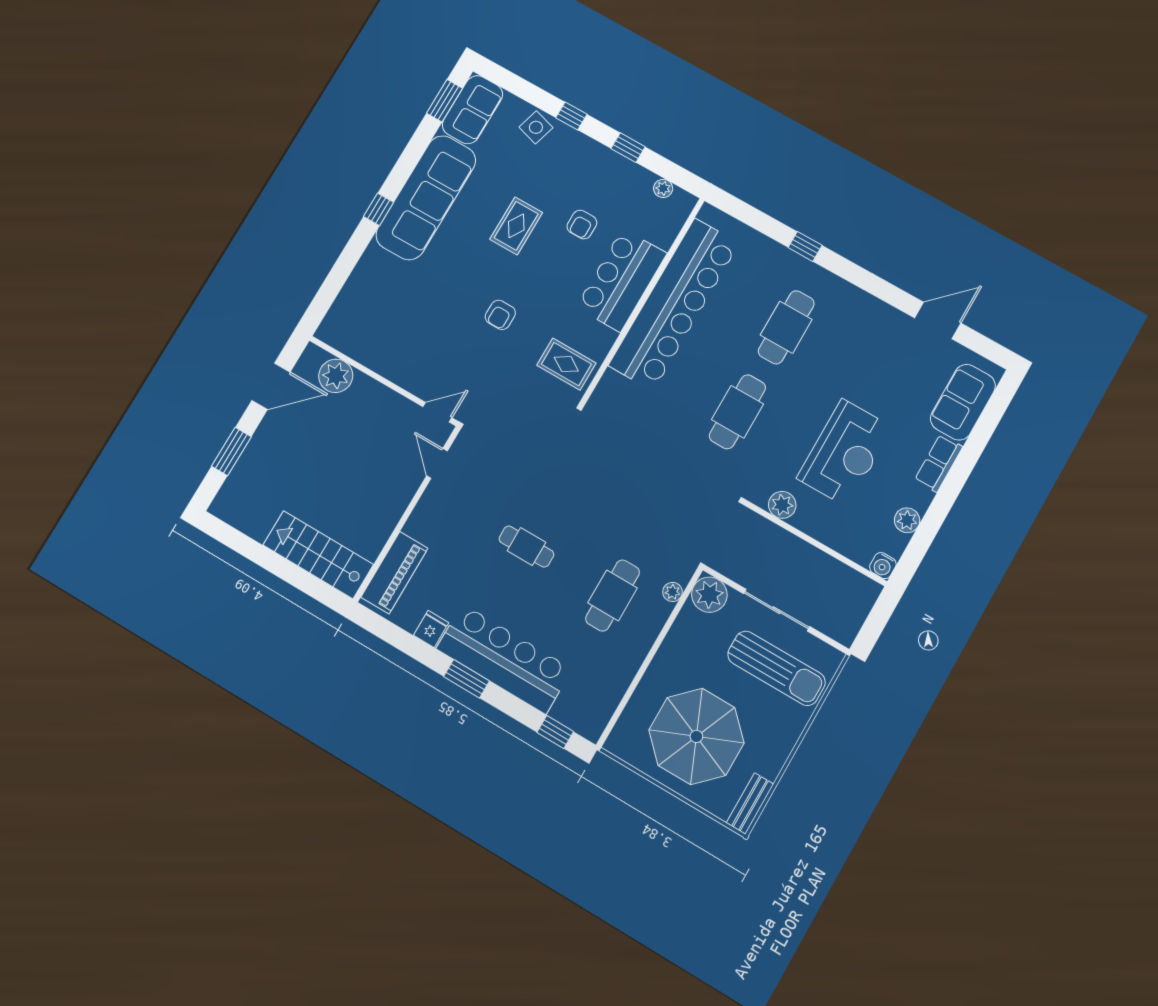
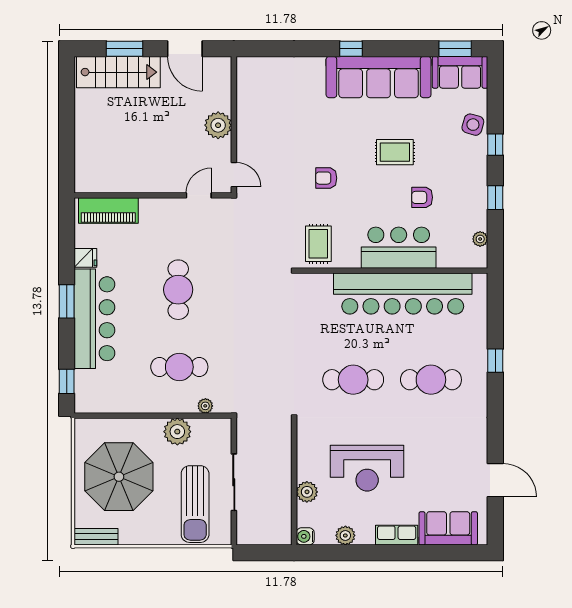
plant: (336, 376) -> (218, 125), moved
plant: (782, 505) -> (307, 492), moved
cafe table: (526, 547) -> (178, 290), width x1.37, depth x1.35
stairs: (318, 555) -> (118, 72), moved, turned 90
plant: (709, 595) -> (177, 432), moved

